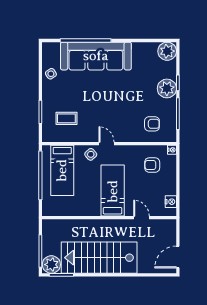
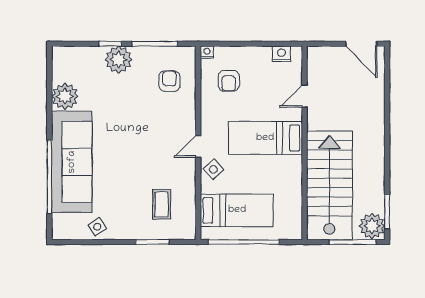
plant: (167, 51) -> (65, 96), moved
stairs: (99, 258) -> (329, 185), moved, turned 180

